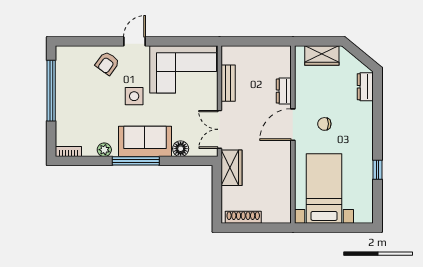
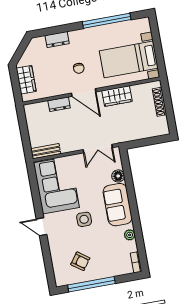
armchair: (107, 63) -> (80, 261), moved
bench: (228, 83) -> (46, 151), moved
dresser: (365, 87) -> (57, 40), moved
window: (136, 161) -> (134, 209), removed
wardrobe: (231, 168) -> (117, 96), moved, turned 180
window: (377, 170) -> (107, 21), width x3.17
shoe rack: (243, 217) -> (159, 102), moved

